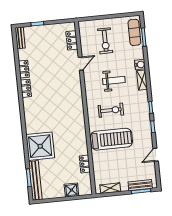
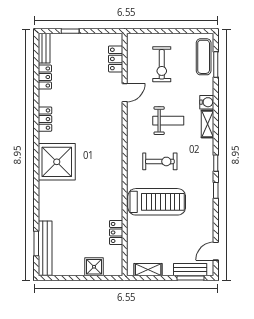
locker: (24, 69) -> (45, 77), moved
shower: (40, 146) -> (57, 162), moved
door: (156, 155) -> (216, 251), moved

